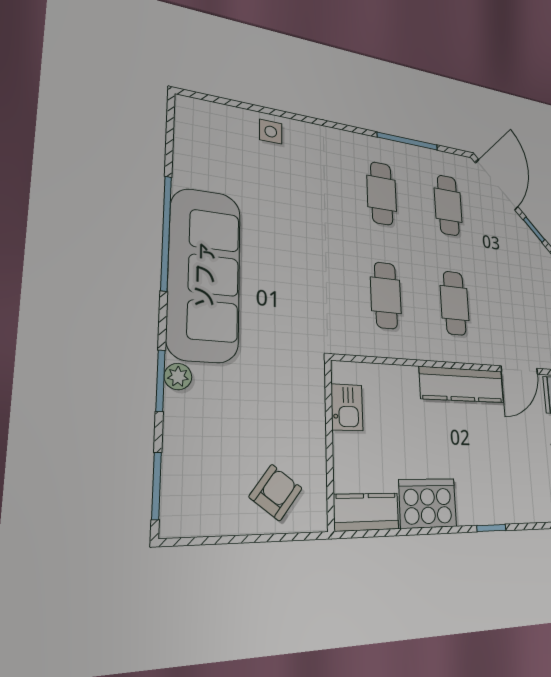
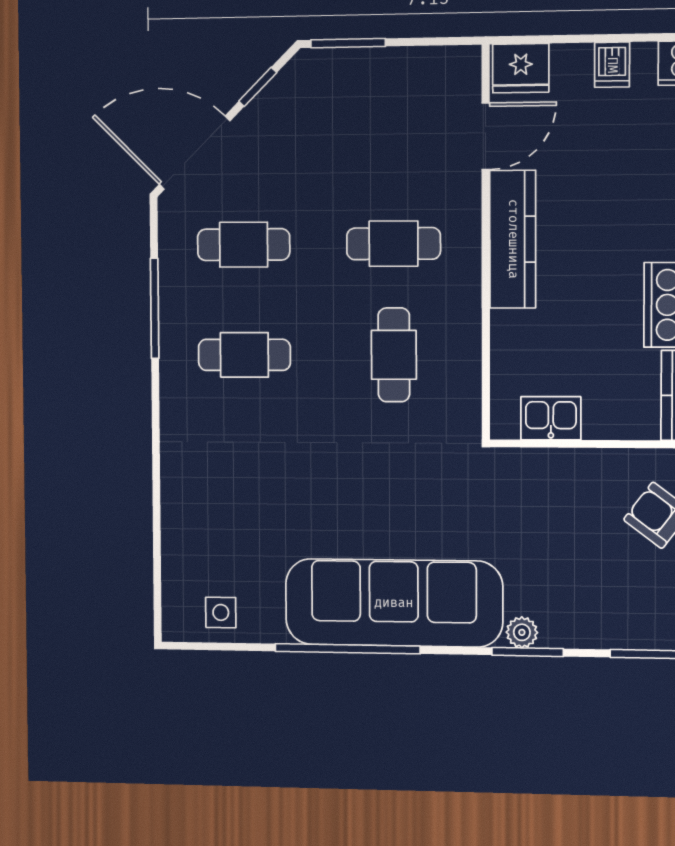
side table: (271, 132) -> (221, 612), moved
cafe table: (386, 295) -> (394, 355), turned 90
door: (519, 370) -> (486, 136), hinge flipped

